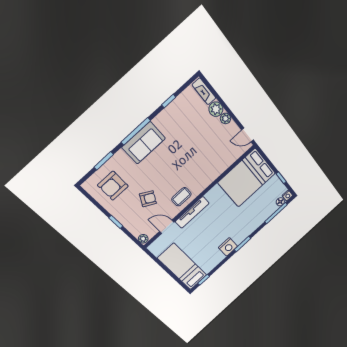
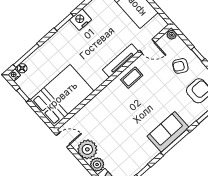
plant: (226, 118) -> (87, 149), width x1.88, depth x1.88
armchair: (148, 199) -> (180, 66), moved

